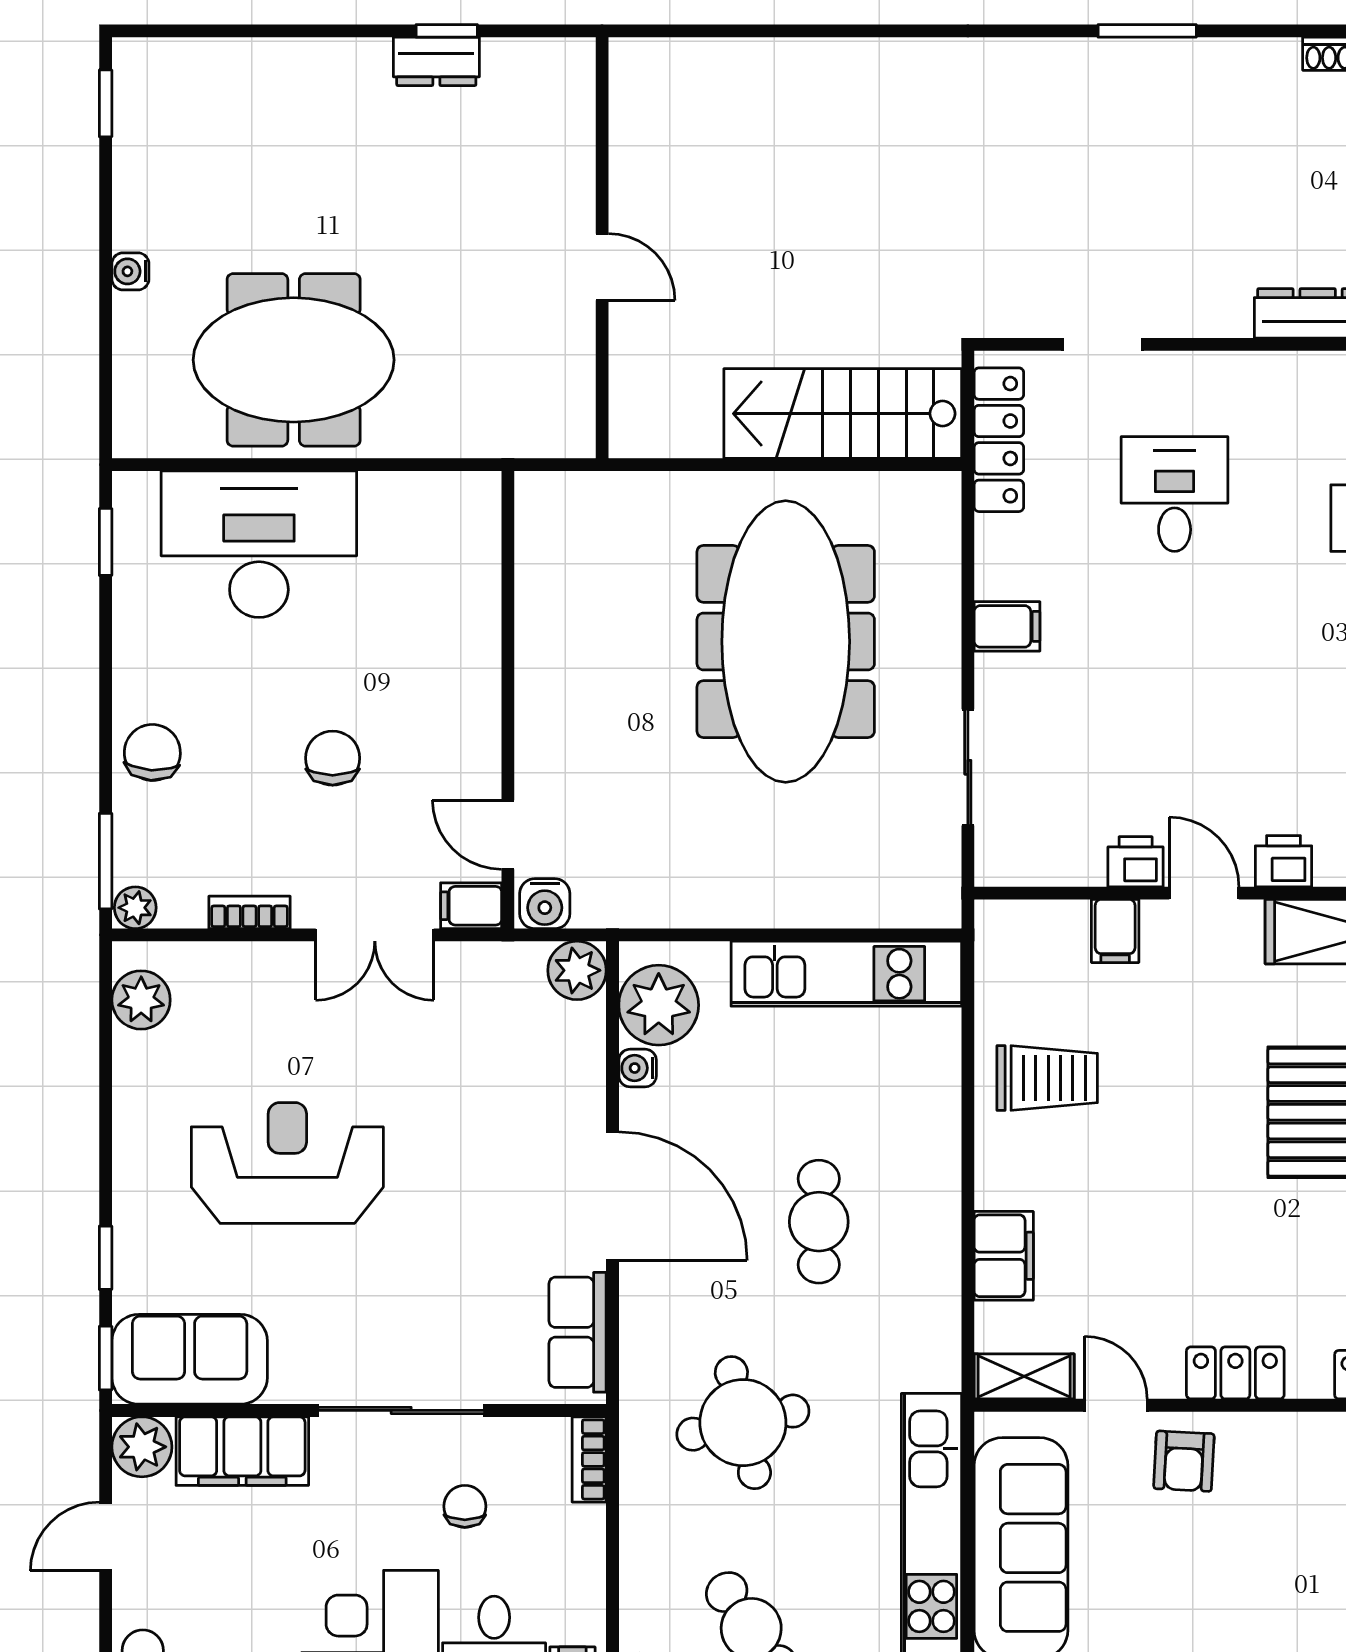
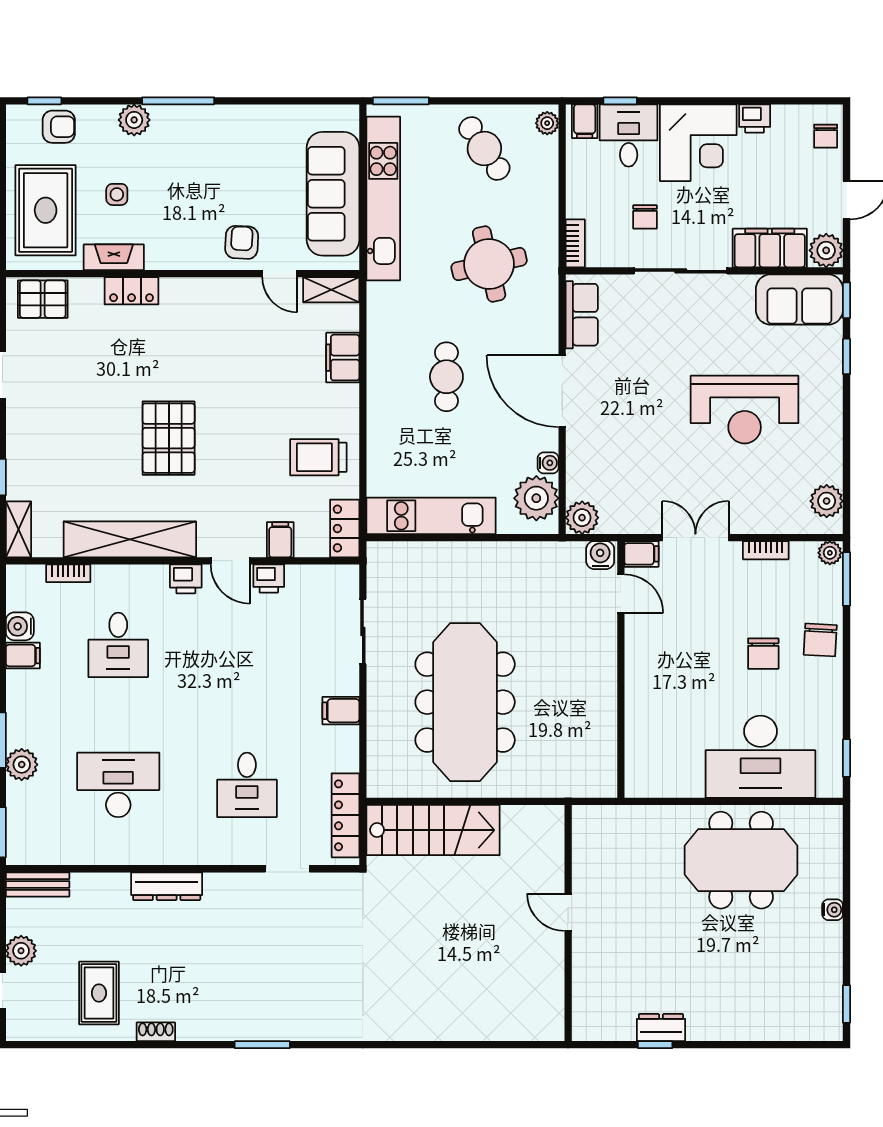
chair: (333, 758) -> (763, 654), moved
locker: (1235, 1373) -> (345, 529), moved, turned 90

